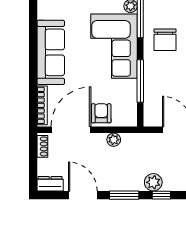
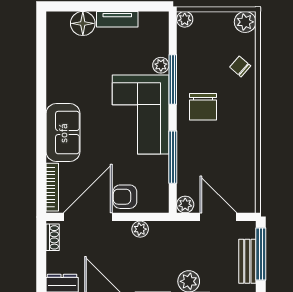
sofa: (51, 52) -> (63, 133), width x0.73
armchair: (101, 113) -> (125, 197), turned -90
plant: (150, 120) -> (185, 205), added

